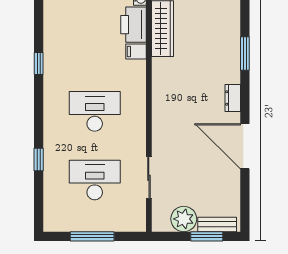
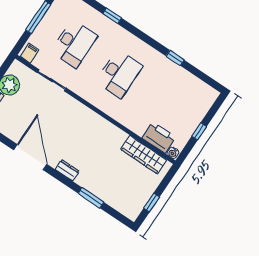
filing cabinet: (136, 51) -> (29, 53), moved
door: (245, 146) -> (30, 157), hinge flipped

